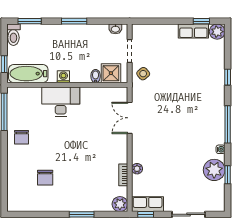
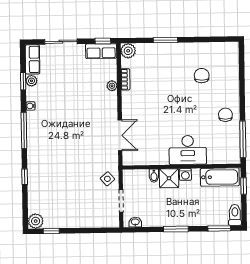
row of seats: (193, 31) -> (33, 59), moved, turned 90
shower: (111, 73) -> (169, 178), moved
plant: (214, 170) -> (31, 81), width x0.53, depth x0.53

